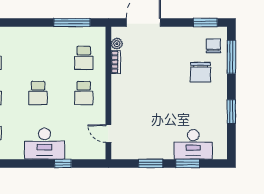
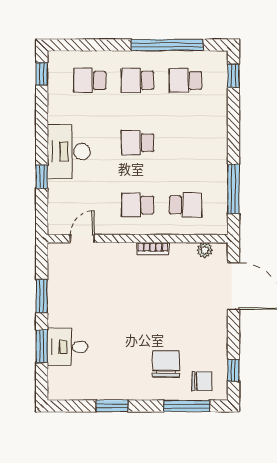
window: (205, 23) -> (233, 370), width x0.67
school desk: (84, 58) -> (185, 205), turned 180
bookcase: (116, 62) -> (153, 249), moved
chair: (200, 72) -> (166, 364), turned 90
desk: (193, 144) -> (68, 347), width x0.73

